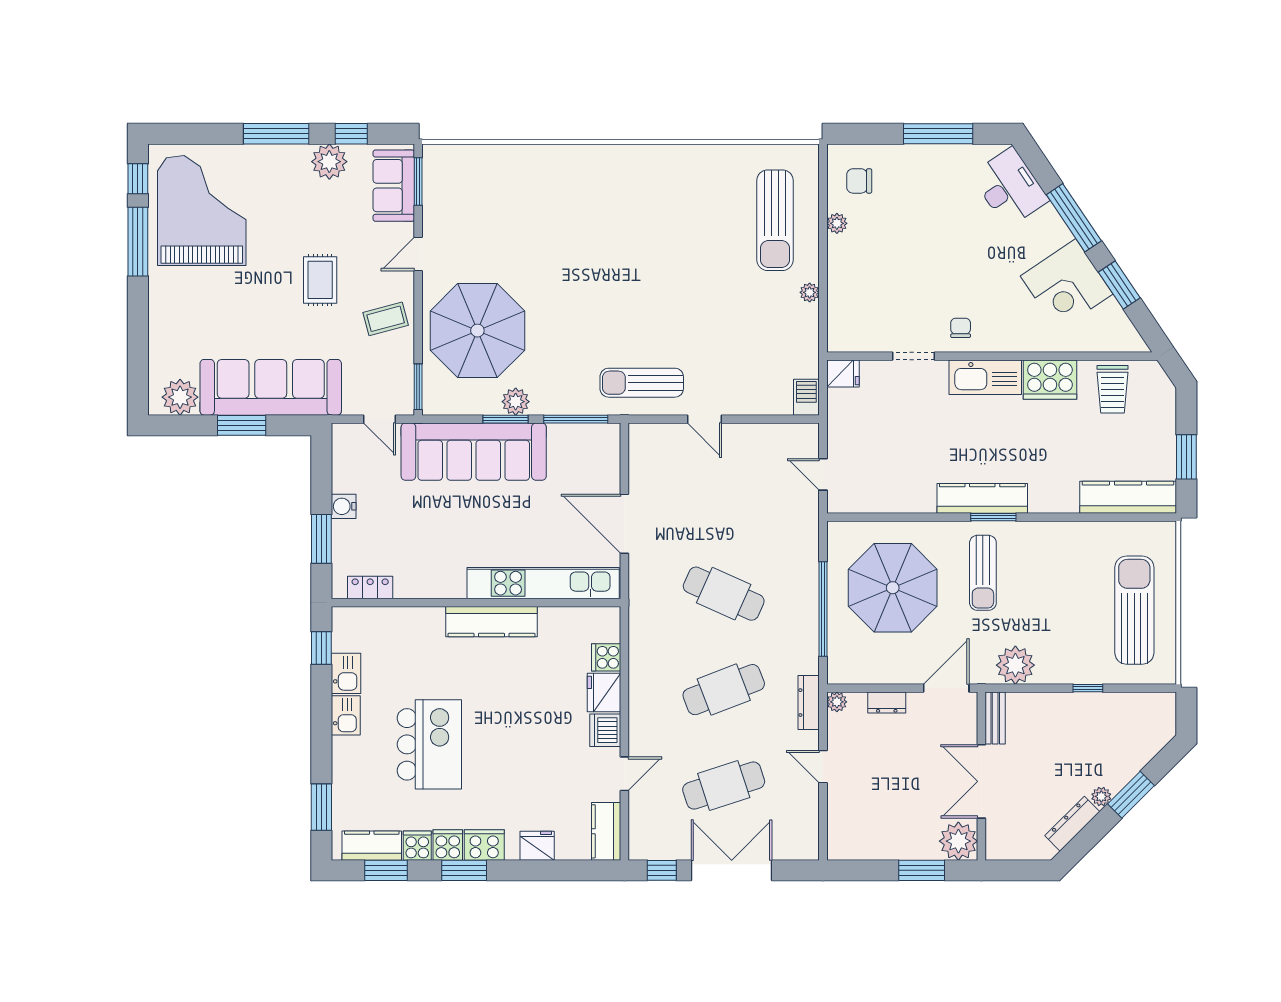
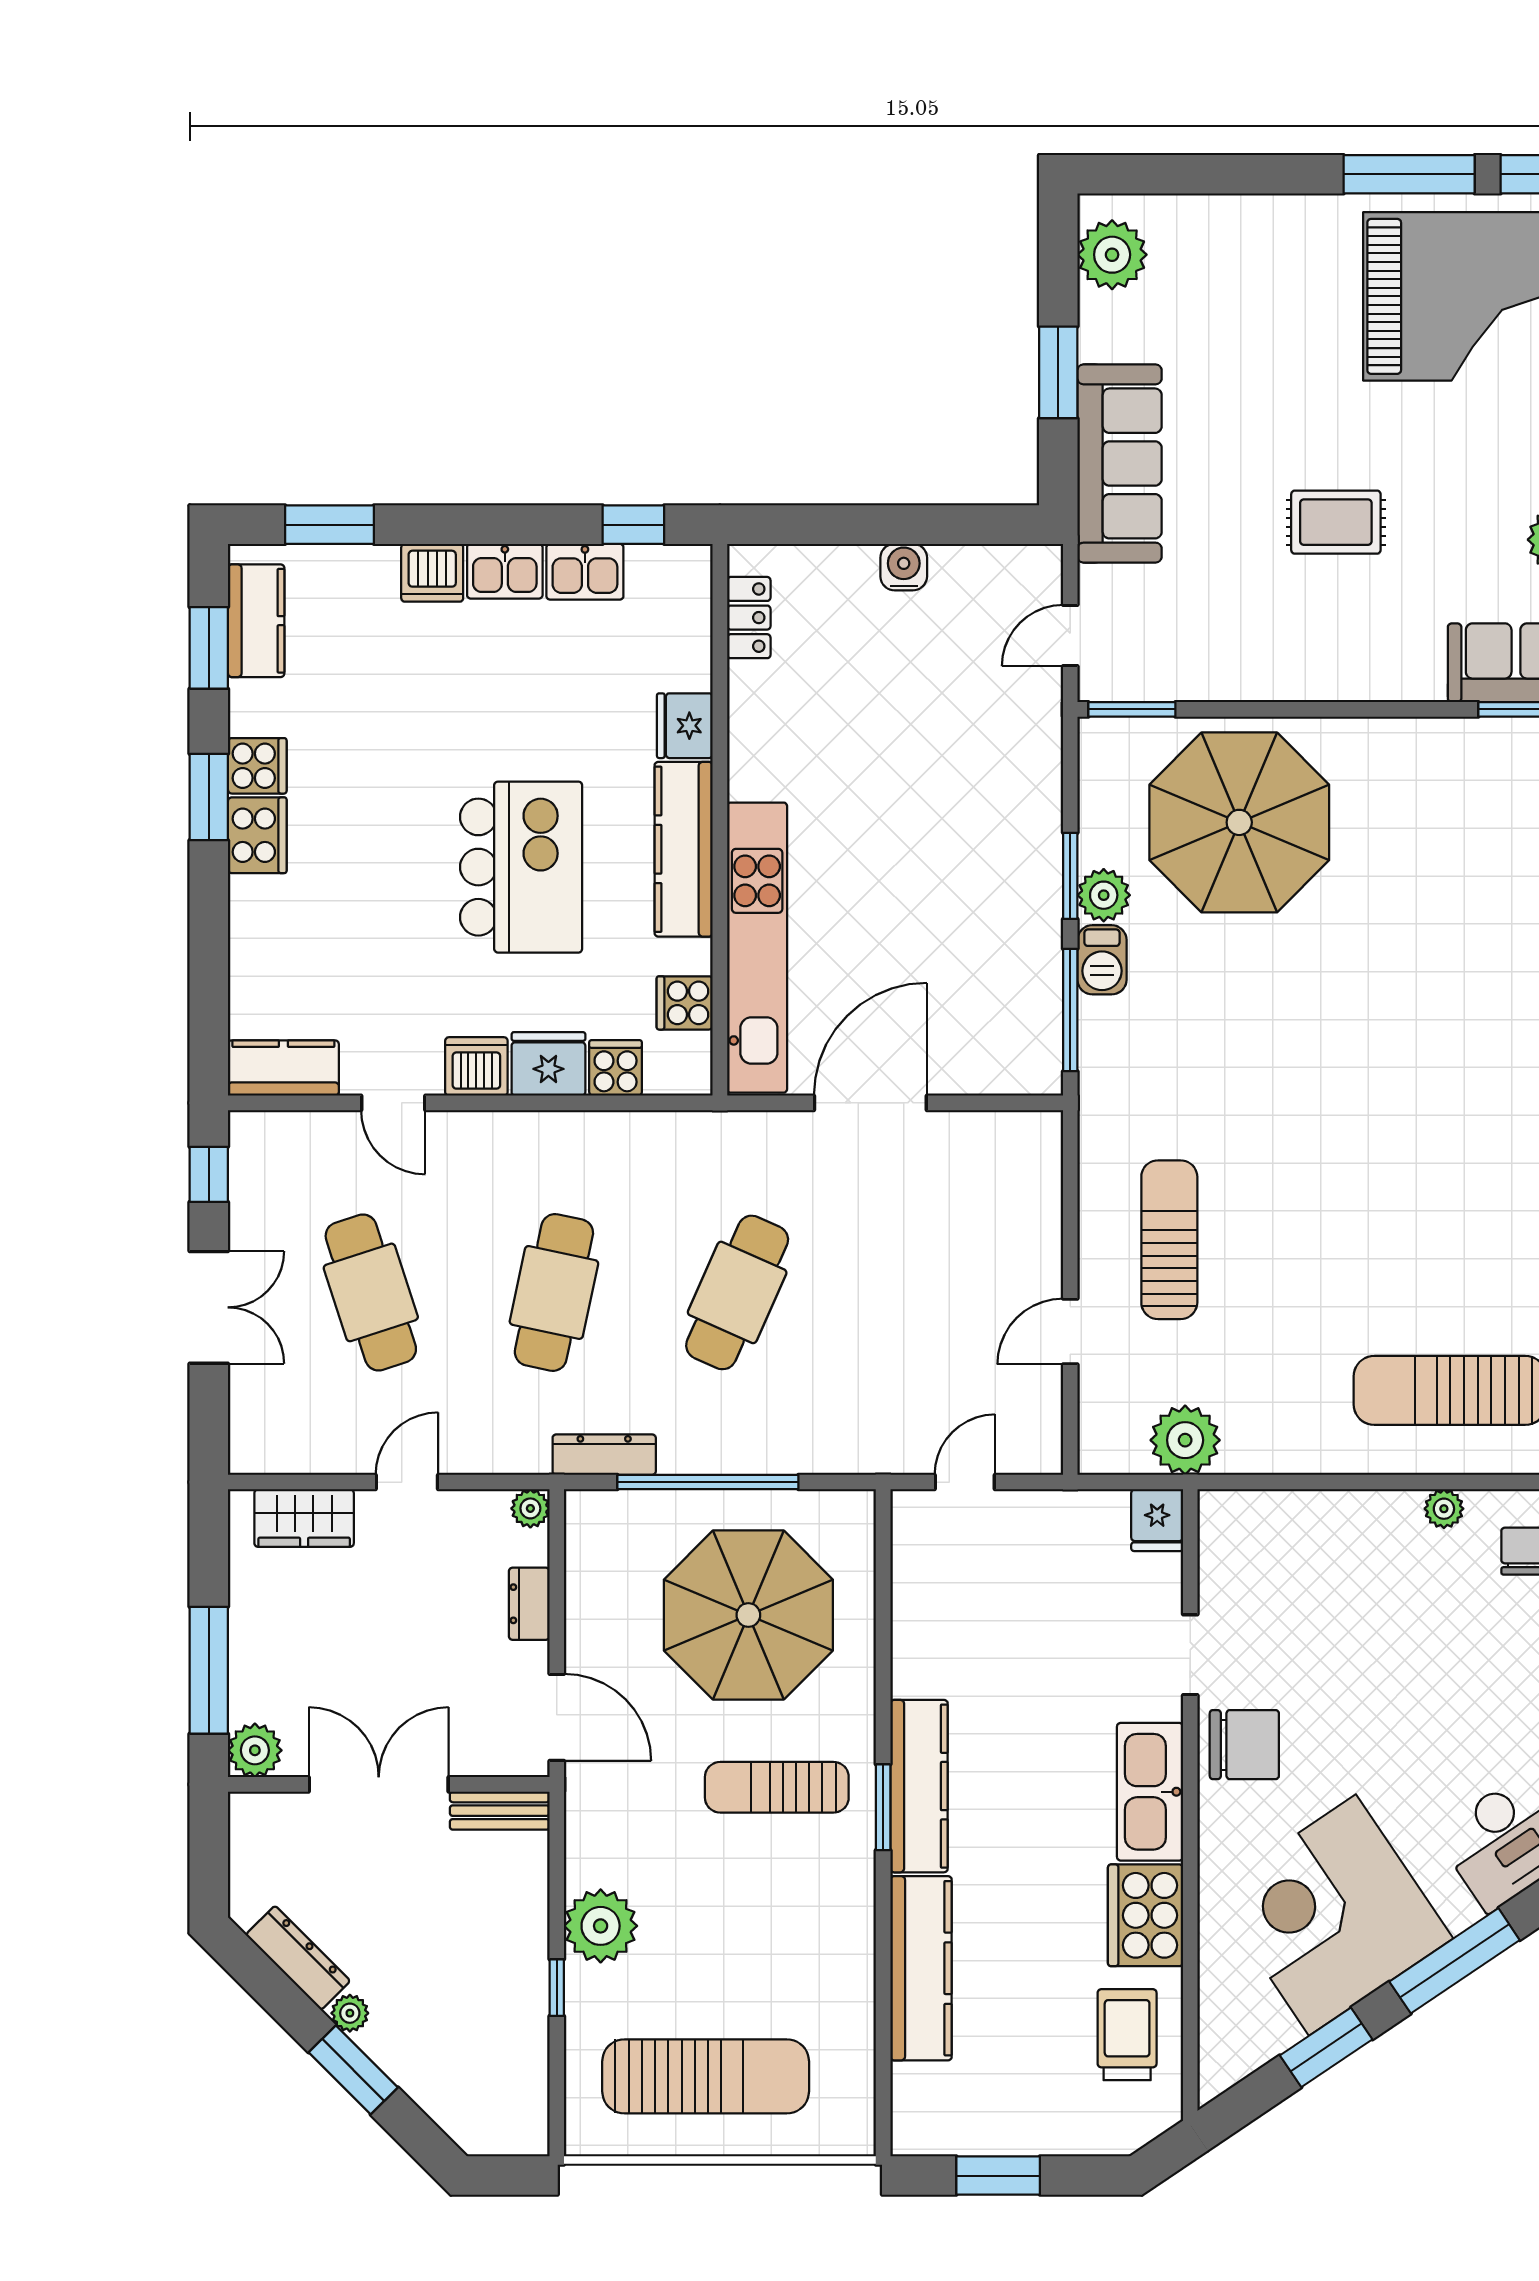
door: (418, 254) -> (1385, 709), removed
corner desk: (1067, 285) -> (1332, 1915), width x1.36, depth x1.36
plant: (810, 292) -> (1185, 1440), moved, width x1.88, depth x1.88
coffee table: (386, 319) -> (1262, 647), removed
chair: (961, 328) -> (1244, 1745), width x1.87, depth x1.87
sun lounger: (642, 383) -> (1169, 1240), moved
sofa: (271, 387) -> (1120, 463), width x0.74, depth x0.79
trolley: (1112, 389) -> (1127, 2035), turned 90
barbecue: (806, 397) -> (1102, 960), moved, turned 90
door: (705, 419) -> (1070, 1332), moved
sofa: (474, 452) -> (1008, 815), removed
kitchen counter: (1128, 497) -> (921, 1968), moved
window: (321, 539) -> (842, 525), removed
plant: (1015, 665) -> (601, 1926), moved
cafe table: (724, 690) -> (554, 1292), turned 33
dresser: (809, 703) -> (604, 1455), moved
kitchen island: (429, 744) -> (521, 867), moved, turned -90
dishwasher: (347, 753) -> (432, 573), added
wardrobe: (842, 820) -> (304, 1518), added
plant: (958, 841) -> (255, 1750), width x0.73, depth x0.73
cooker: (417, 846) -> (685, 1003), moved, turned 180
fridge: (537, 846) -> (685, 726), moved, turned 180
double door: (732, 870) -> (209, 1307), width x0.73
window: (922, 870) -> (209, 1670), width x1.44

